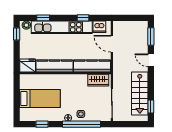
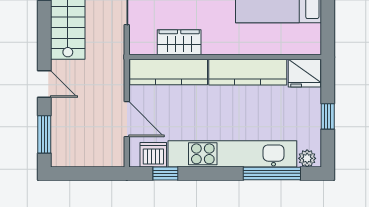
window: (43, 18) -> (272, 173), width x2.17
window: (83, 18) -> (165, 173), moved
window: (17, 34) -> (328, 116), moved
wardrobe: (98, 80) -> (179, 42), moved

